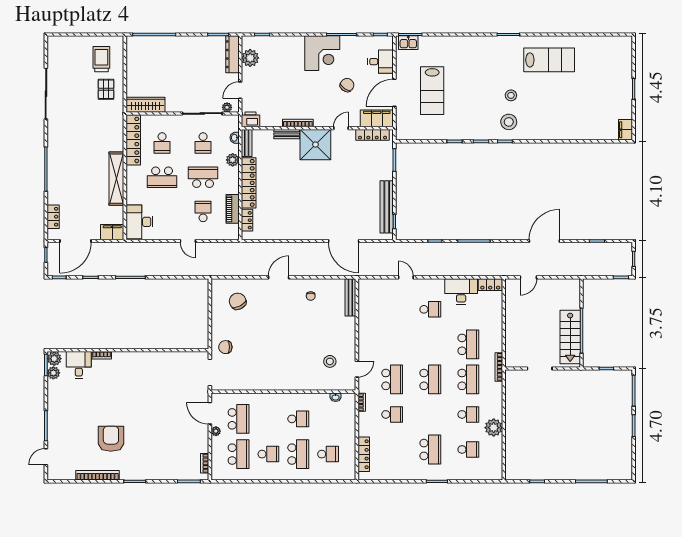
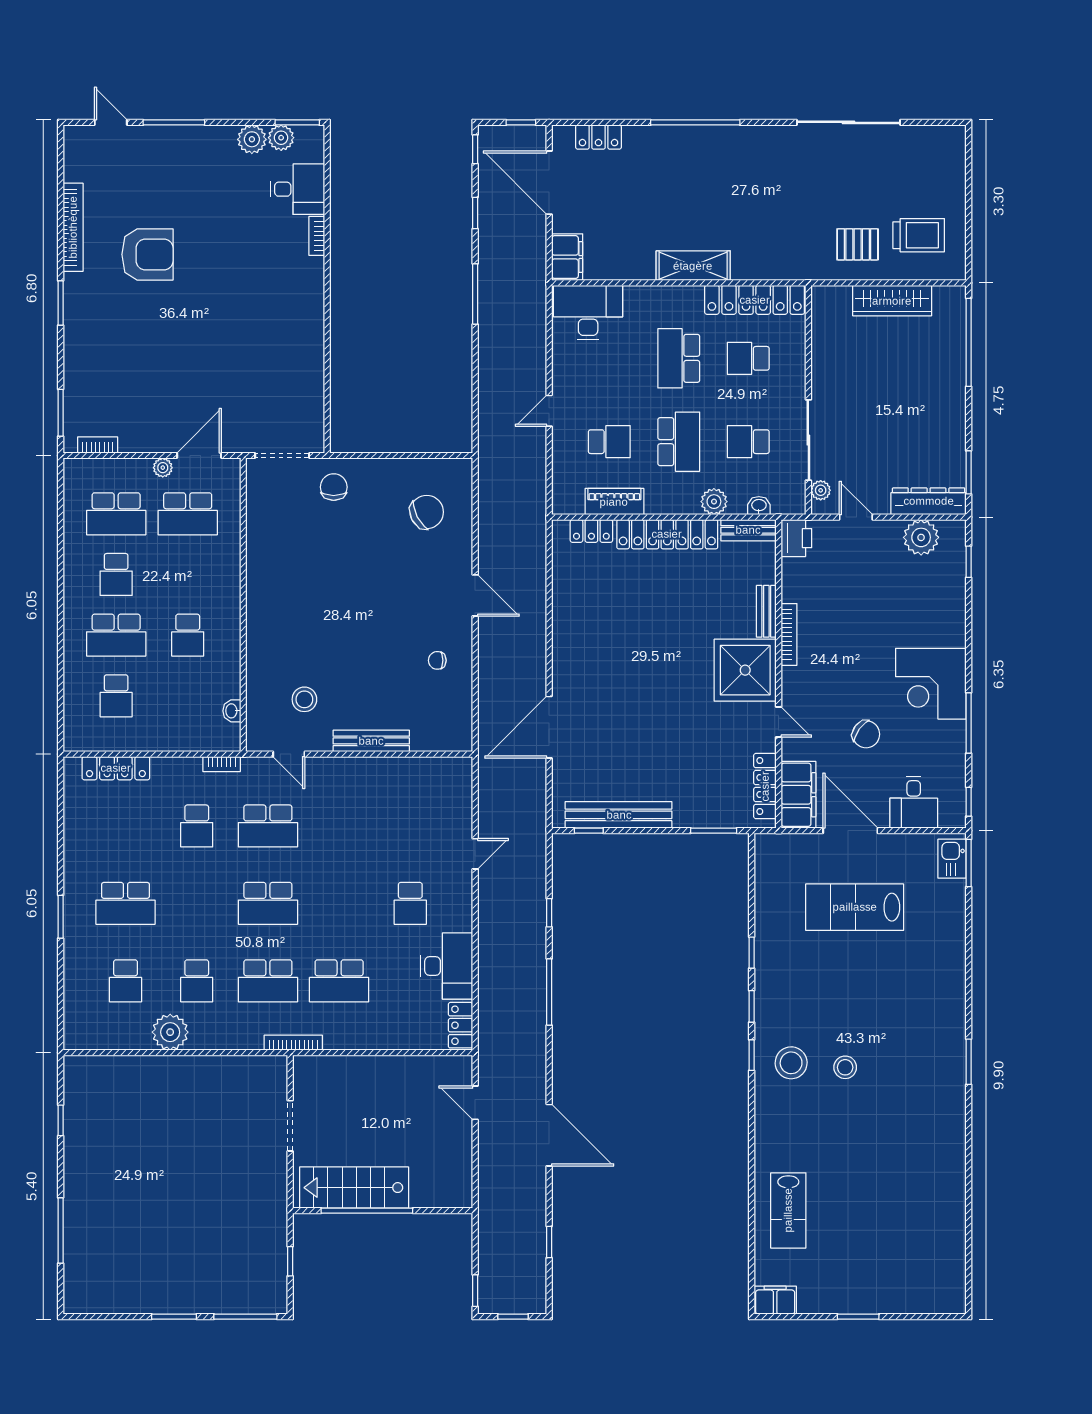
lab bench: (549, 60) -> (788, 1210), moved, width x0.73, depth x0.72
wardrobe: (145, 105) -> (892, 301), moved, turned 90
shelving: (116, 179) -> (693, 266), width x0.68
bench: (350, 297) -> (371, 741), moved
plant: (54, 359) -> (252, 139), moved

